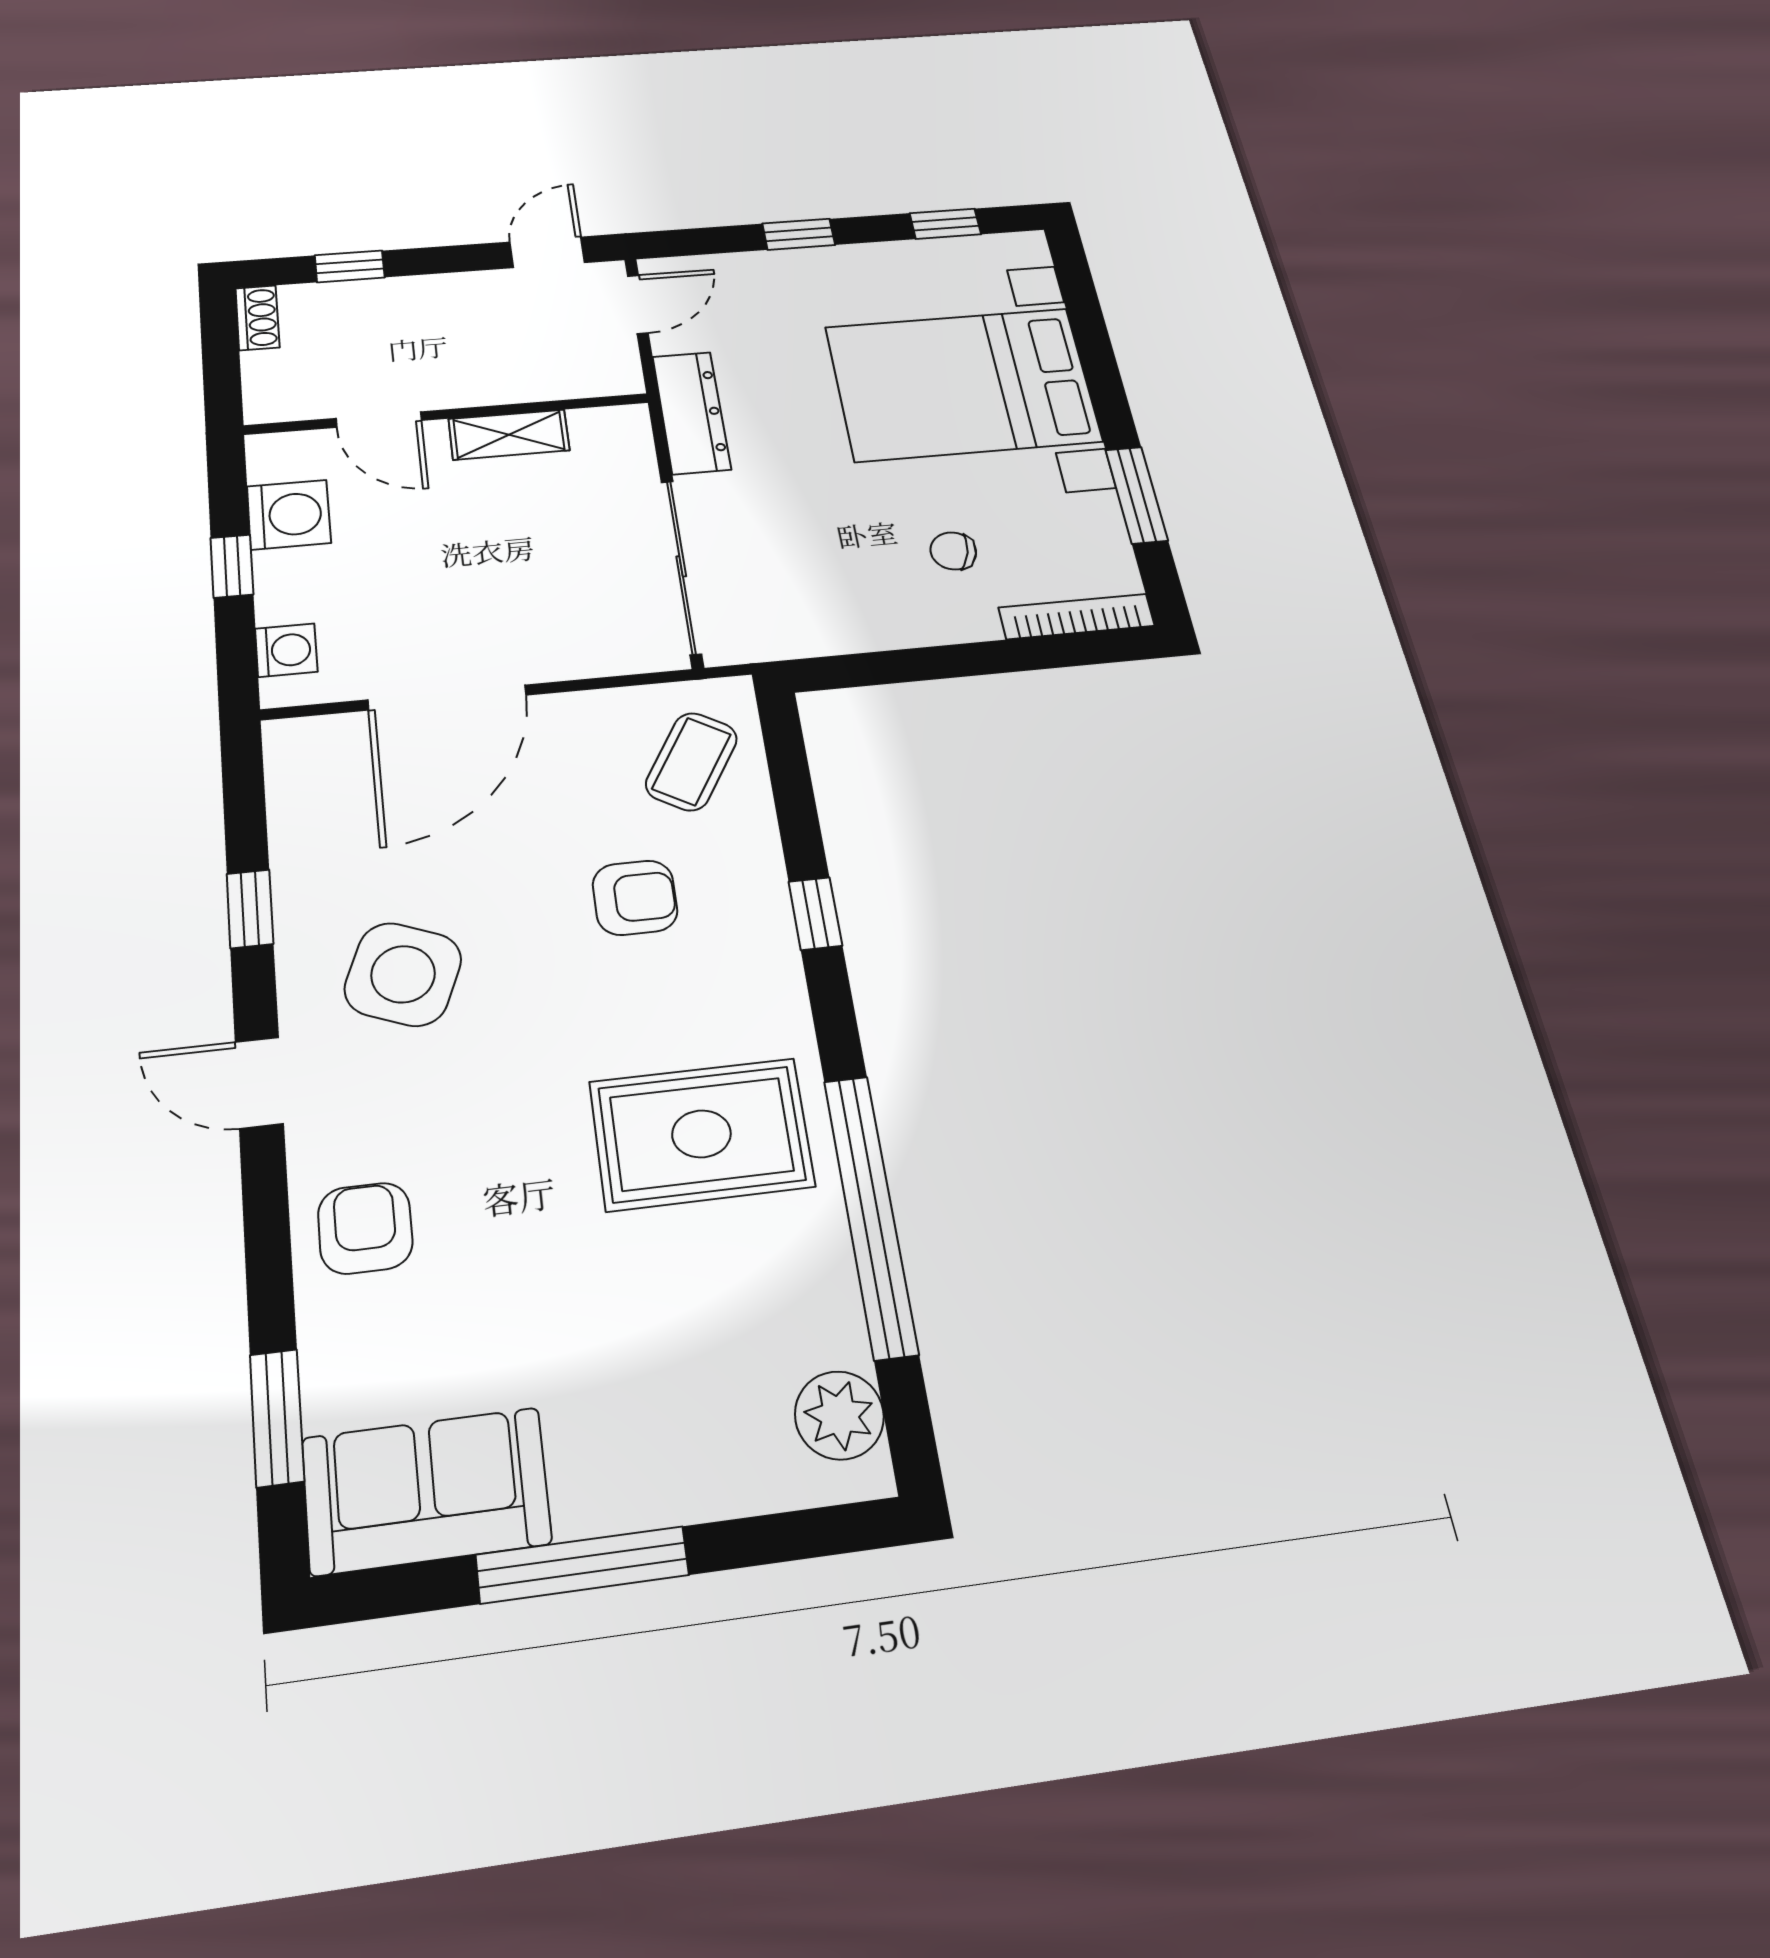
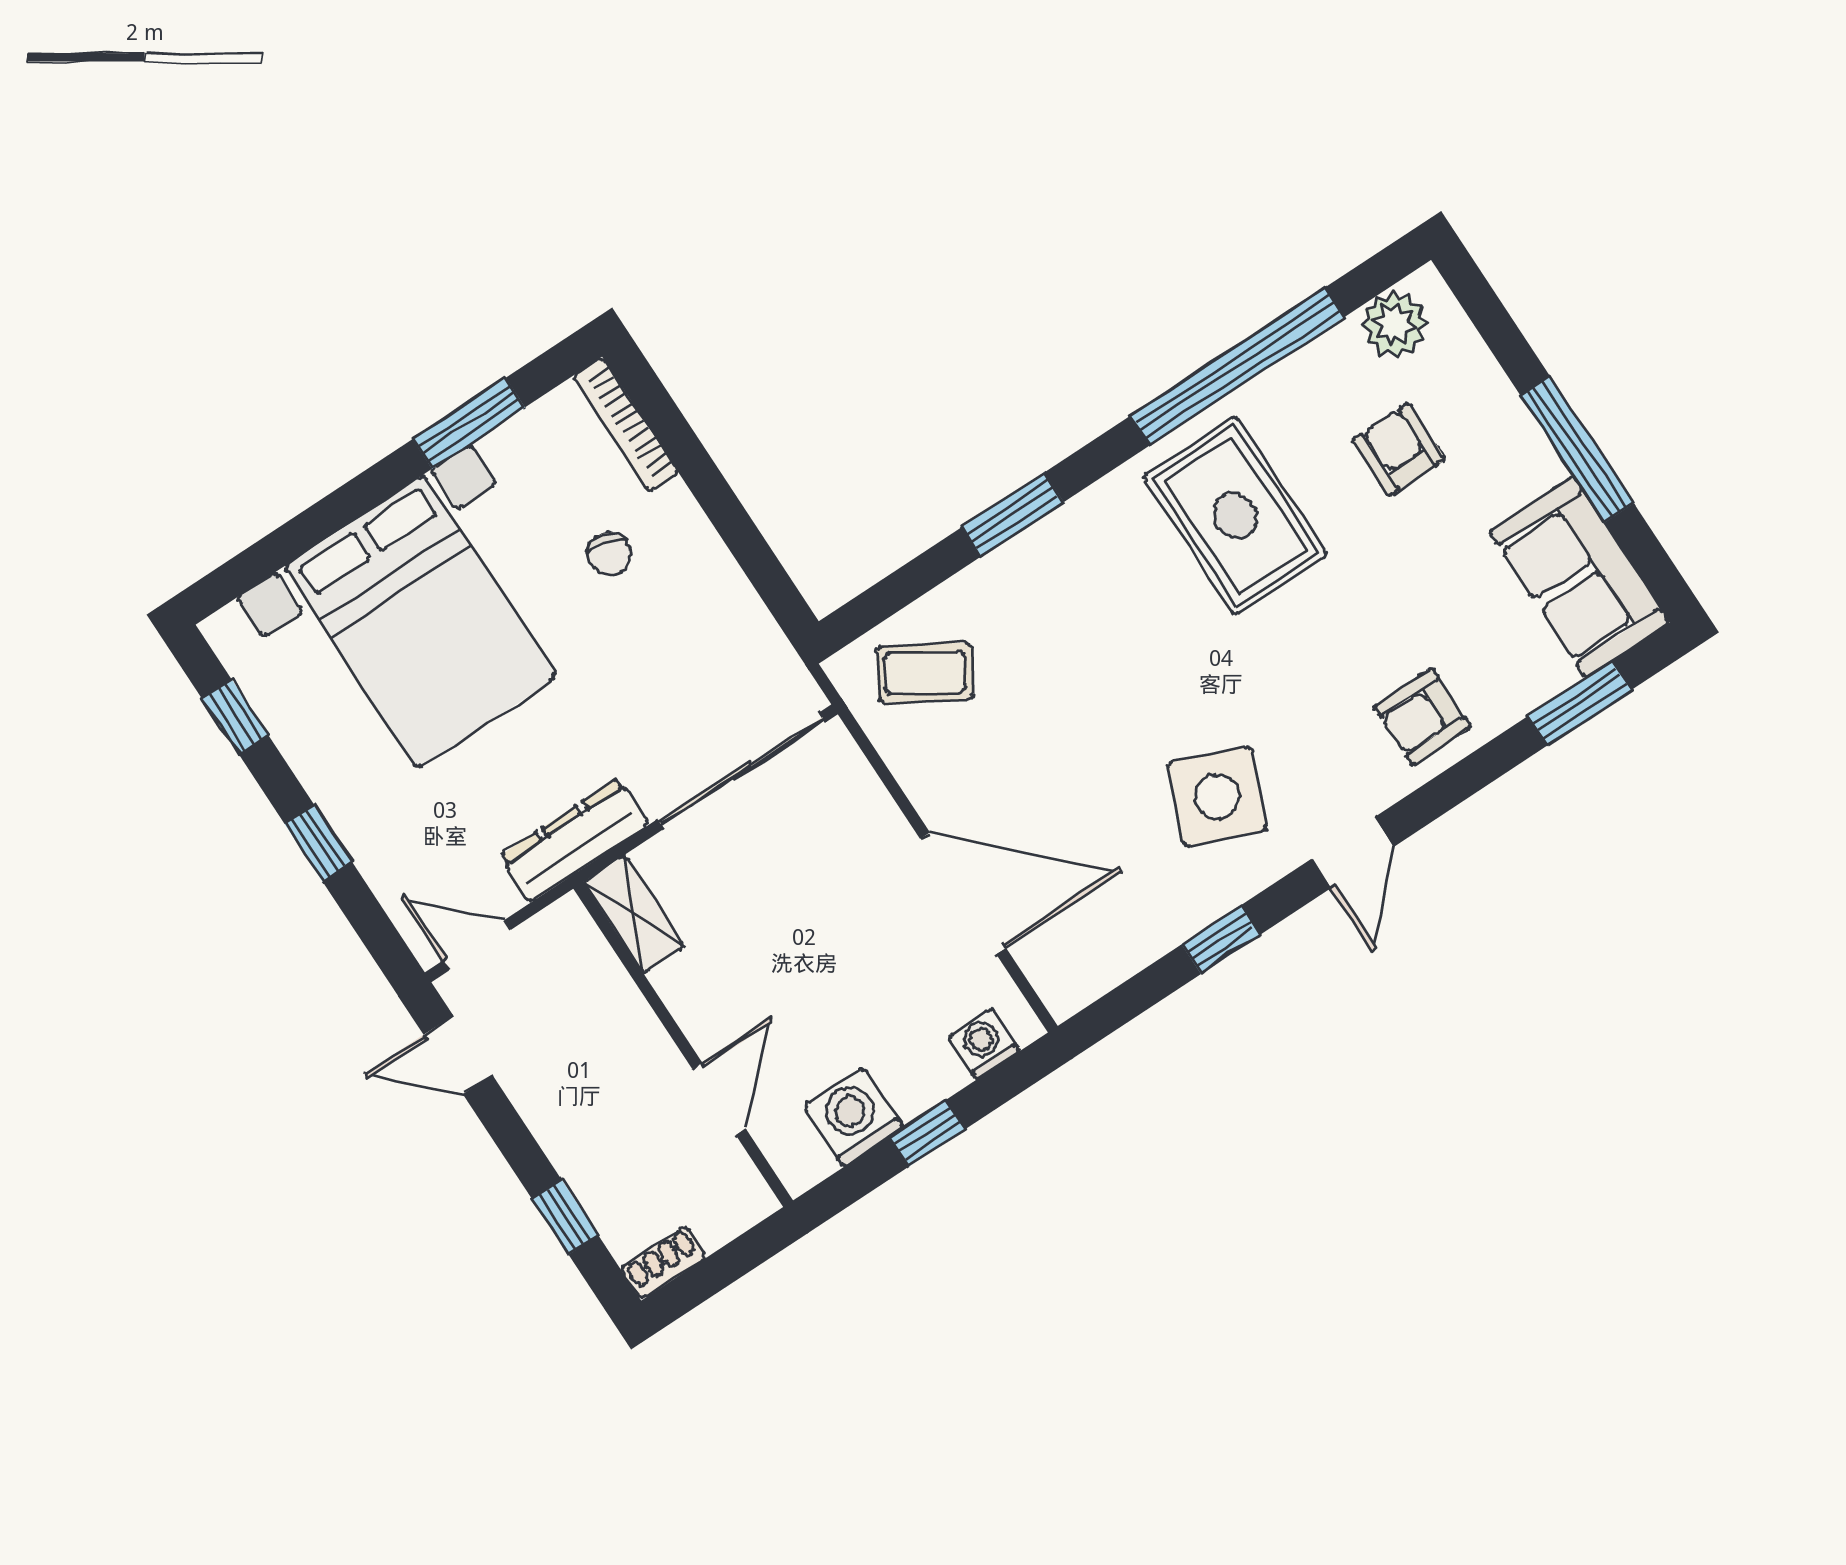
shelving: (509, 435) -> (634, 914), moved
armchair: (635, 898) -> (1399, 450), moved
window: (815, 914) -> (1013, 515), width x1.50

